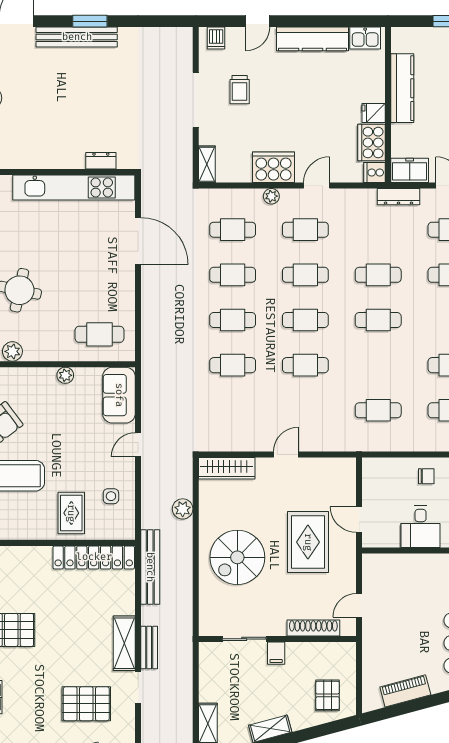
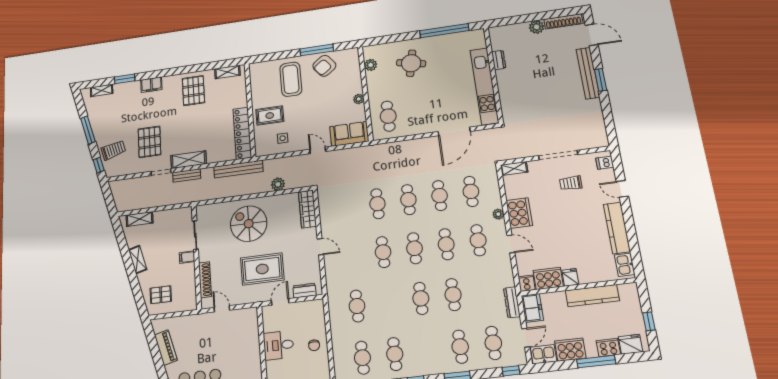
dresser: (101, 161) -> (499, 60), moved
dresser: (347, 483) -> (304, 291), added

